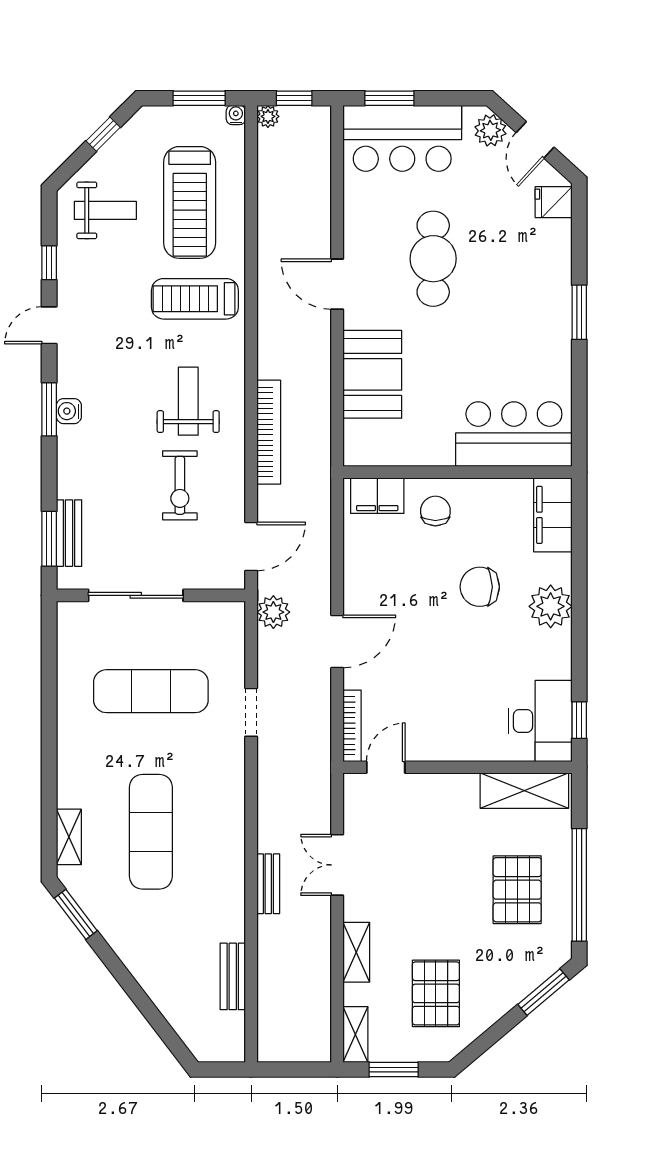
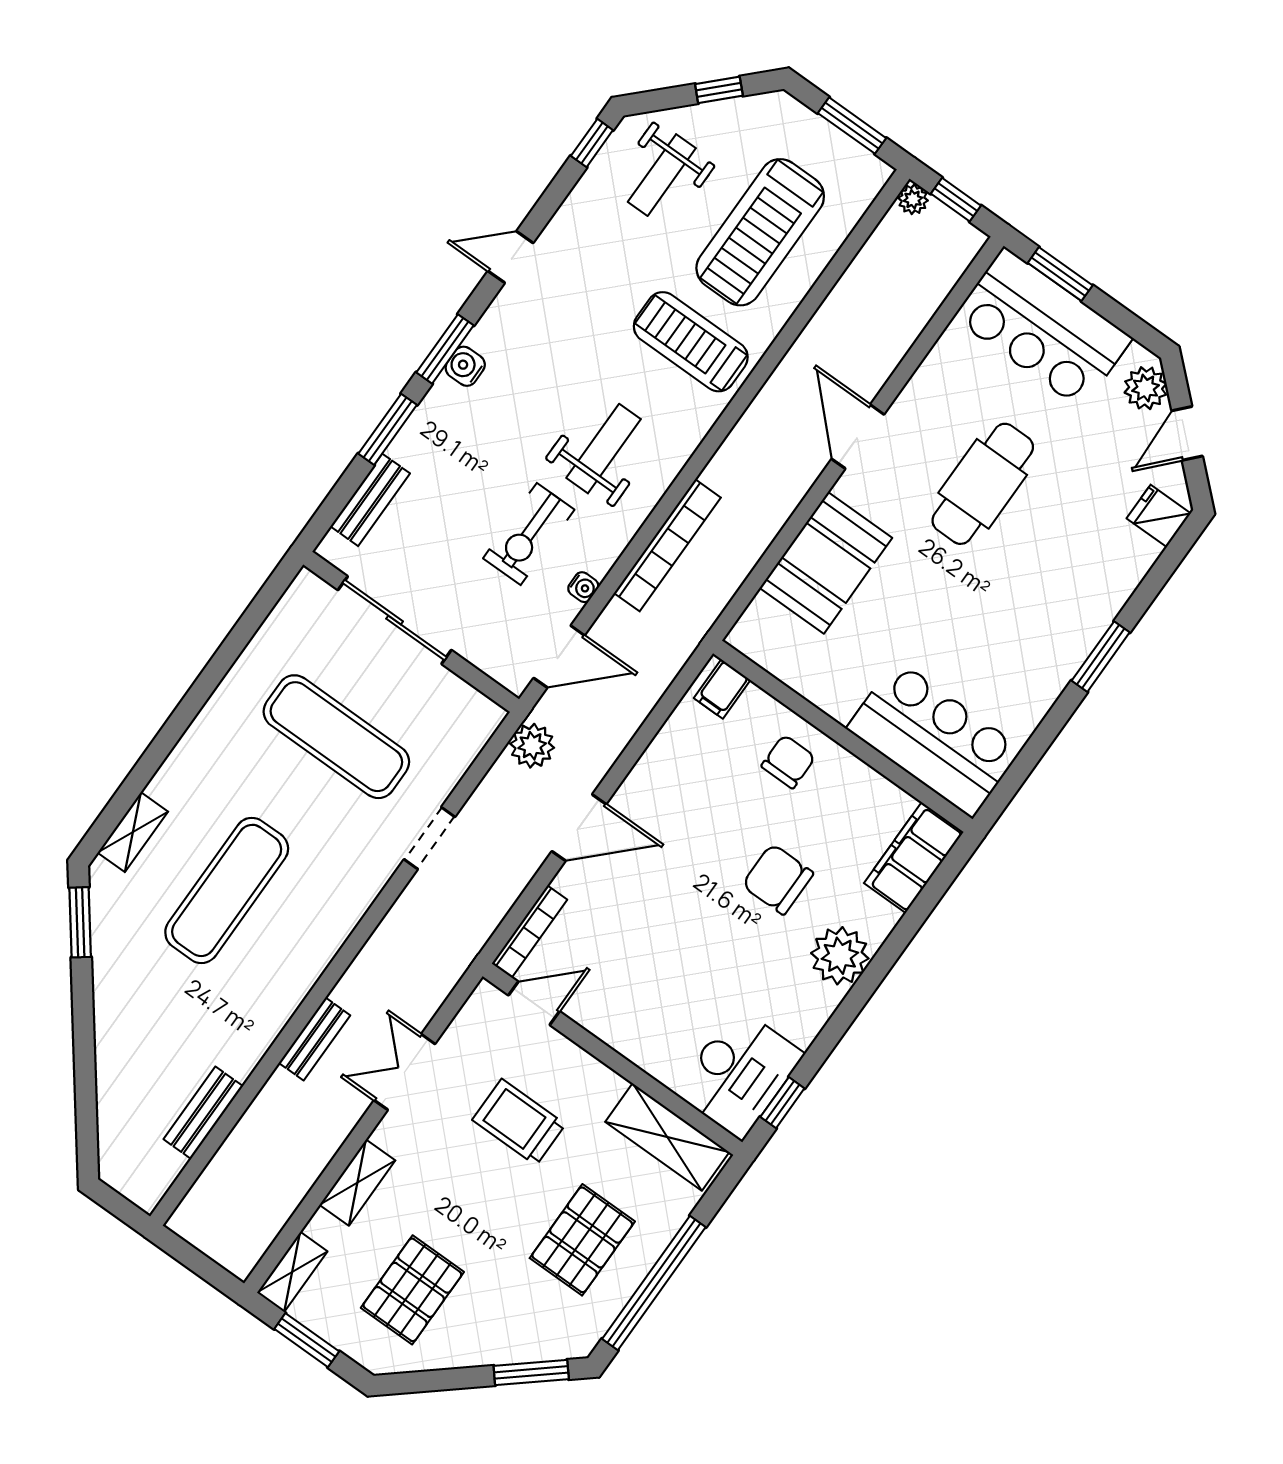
water cooler: (236, 115) -> (583, 587), moved, turned 90
weight bench: (105, 210) -> (662, 175), turned 90
window: (49, 263) -> (592, 143), moved
filing cabinet: (377, 496) -> (722, 689), width x0.50
window: (49, 539) -> (388, 429), moved
trolley: (428, 846) -> (519, 1122), added

